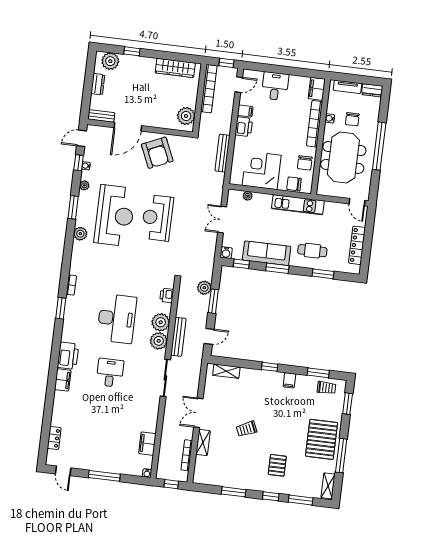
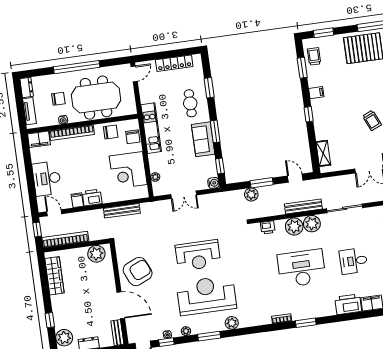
desk: (275, 86) -> (47, 179), width x1.37
sofa: (267, 253) -> (203, 139), width x0.73

